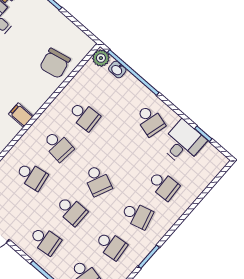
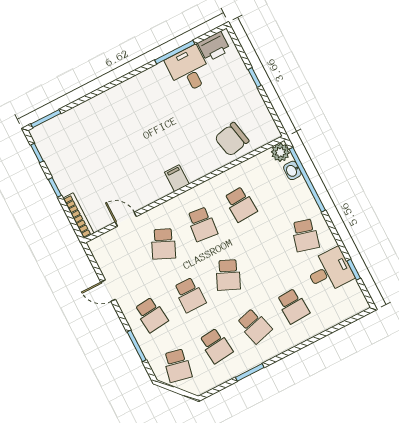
school desk: (32, 176) -> (163, 244), turned 33

